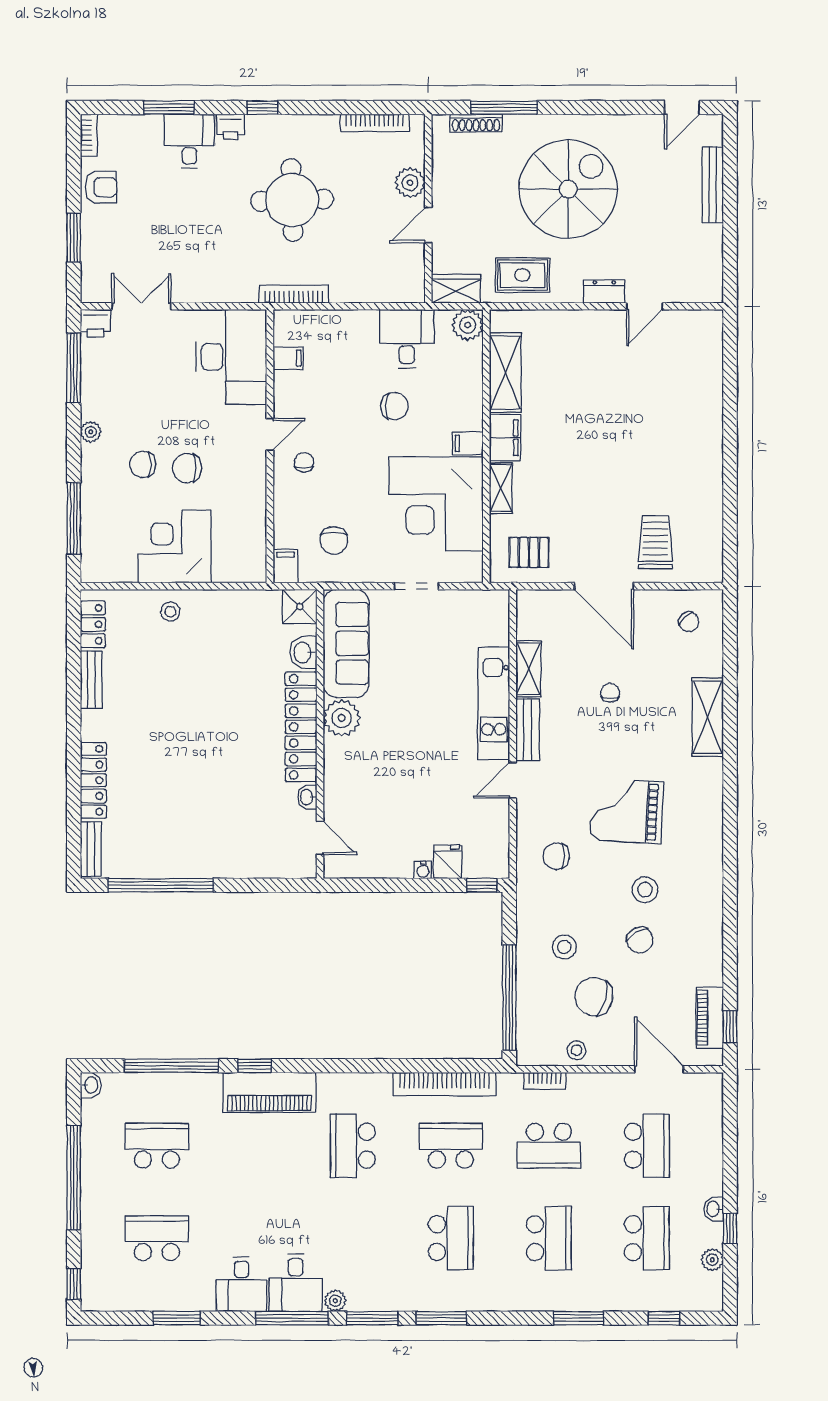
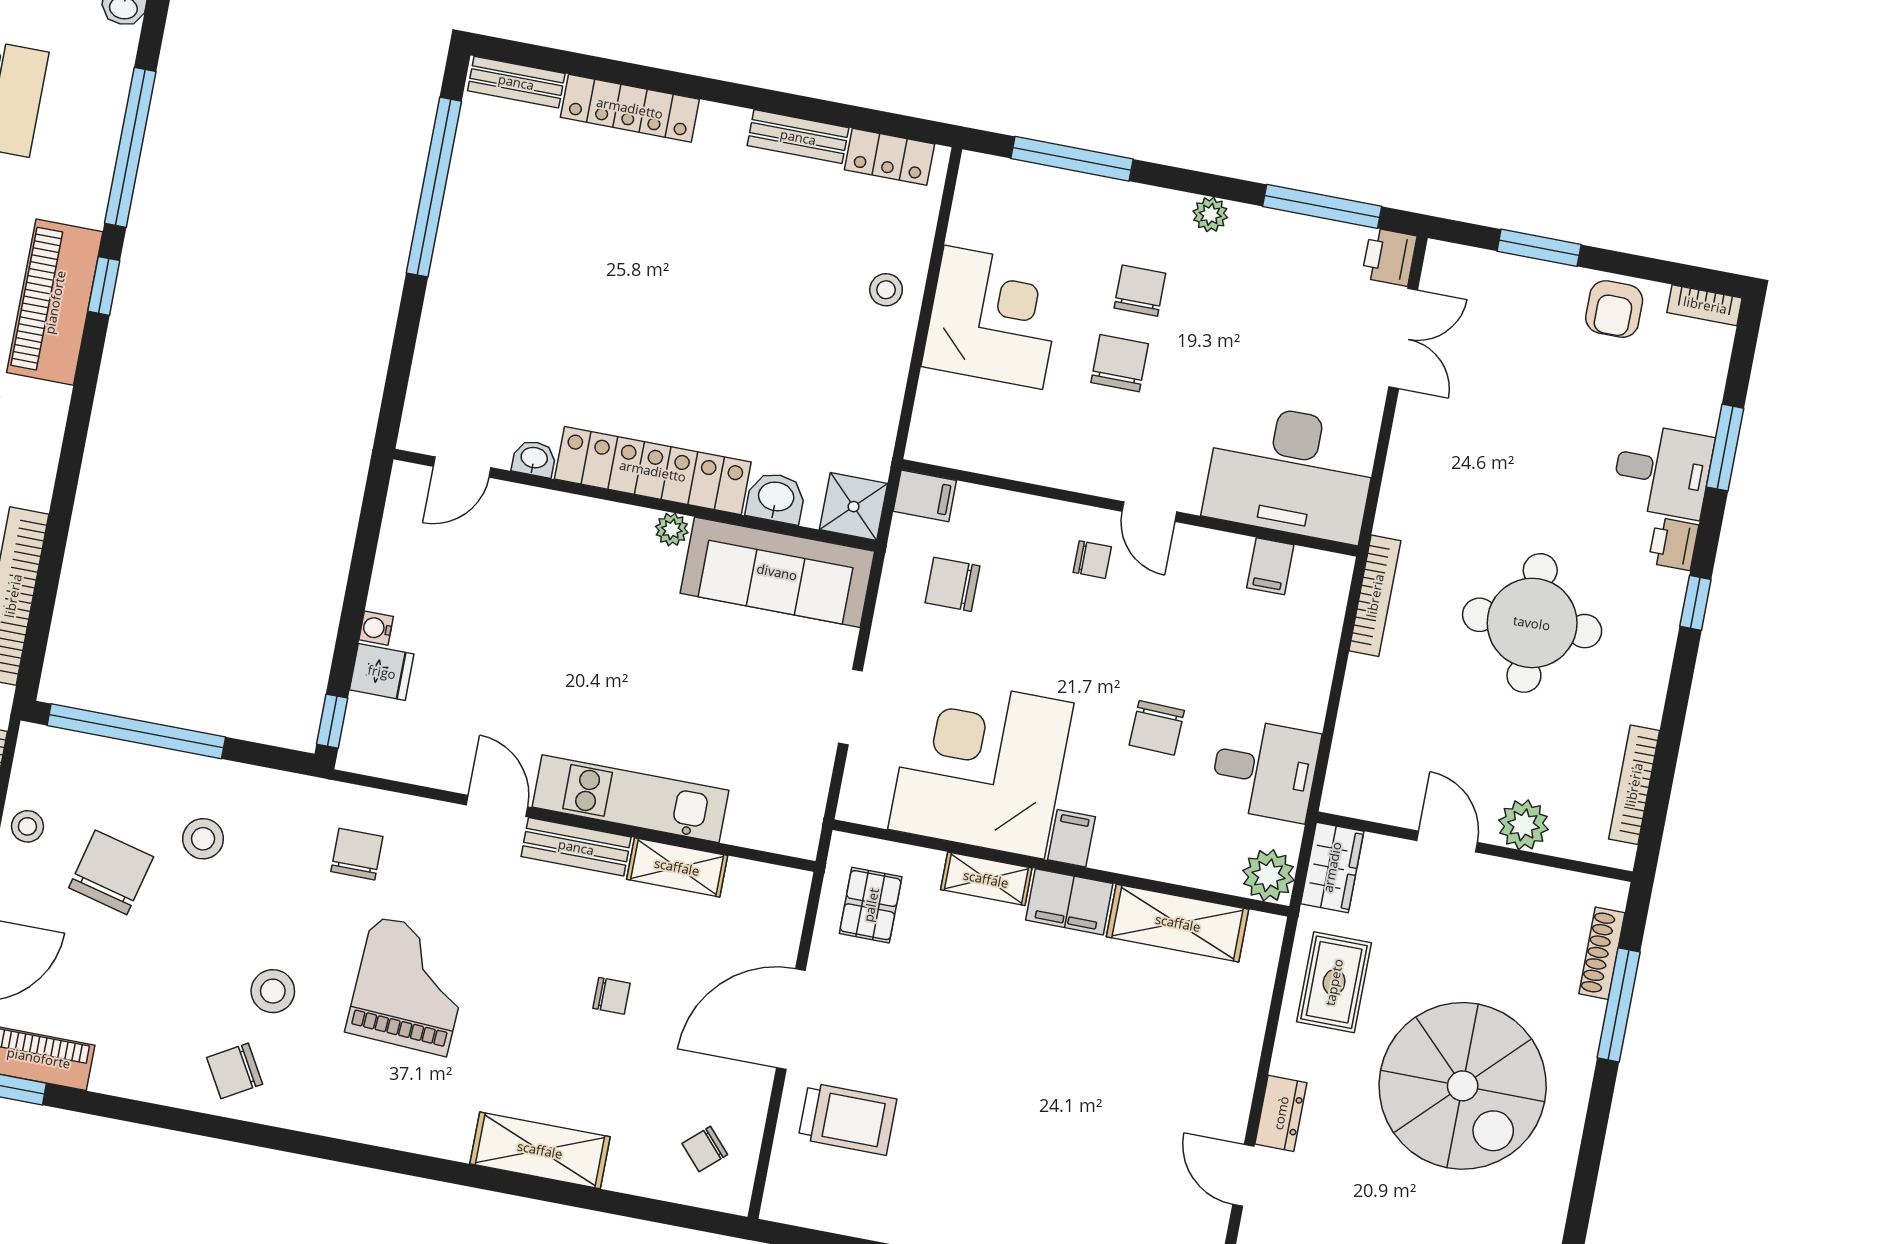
plant: (342, 718) -> (672, 529), width x0.53, depth x0.53
chair: (640, 940) -> (235, 1071), moved

